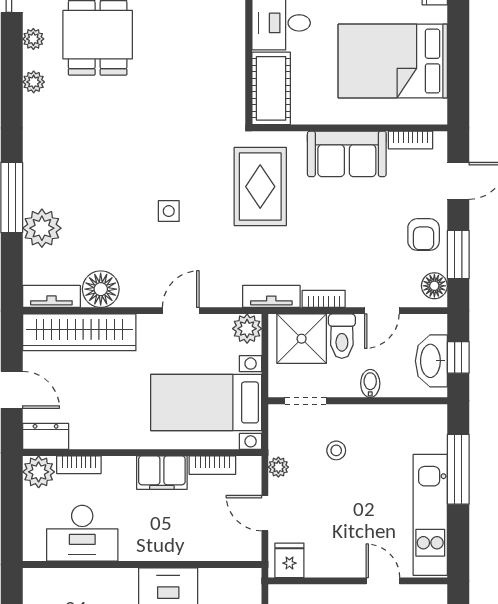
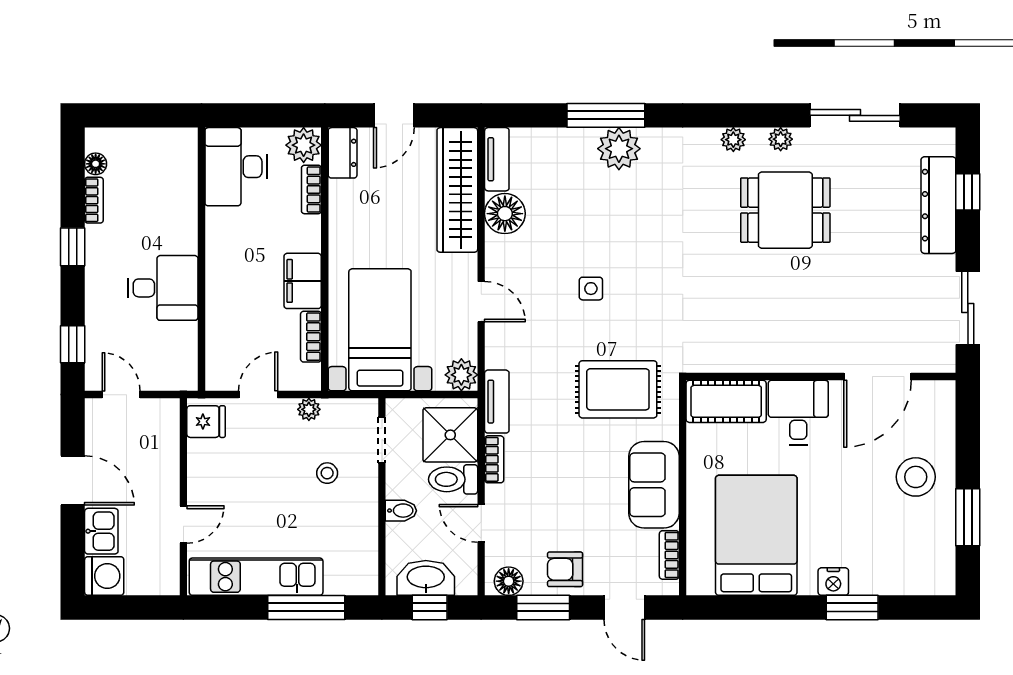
plant: (42, 228) -> (619, 149), moved
desk: (82, 533) -> (236, 167), moved

